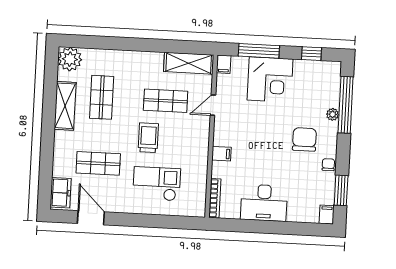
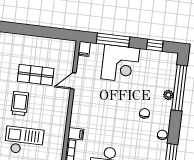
shelving: (189, 63) -> (56, 46), removed
chair: (304, 139) -> (145, 113), width x0.54, depth x0.54
filing cabinet: (221, 154) -> (76, 134), moved

